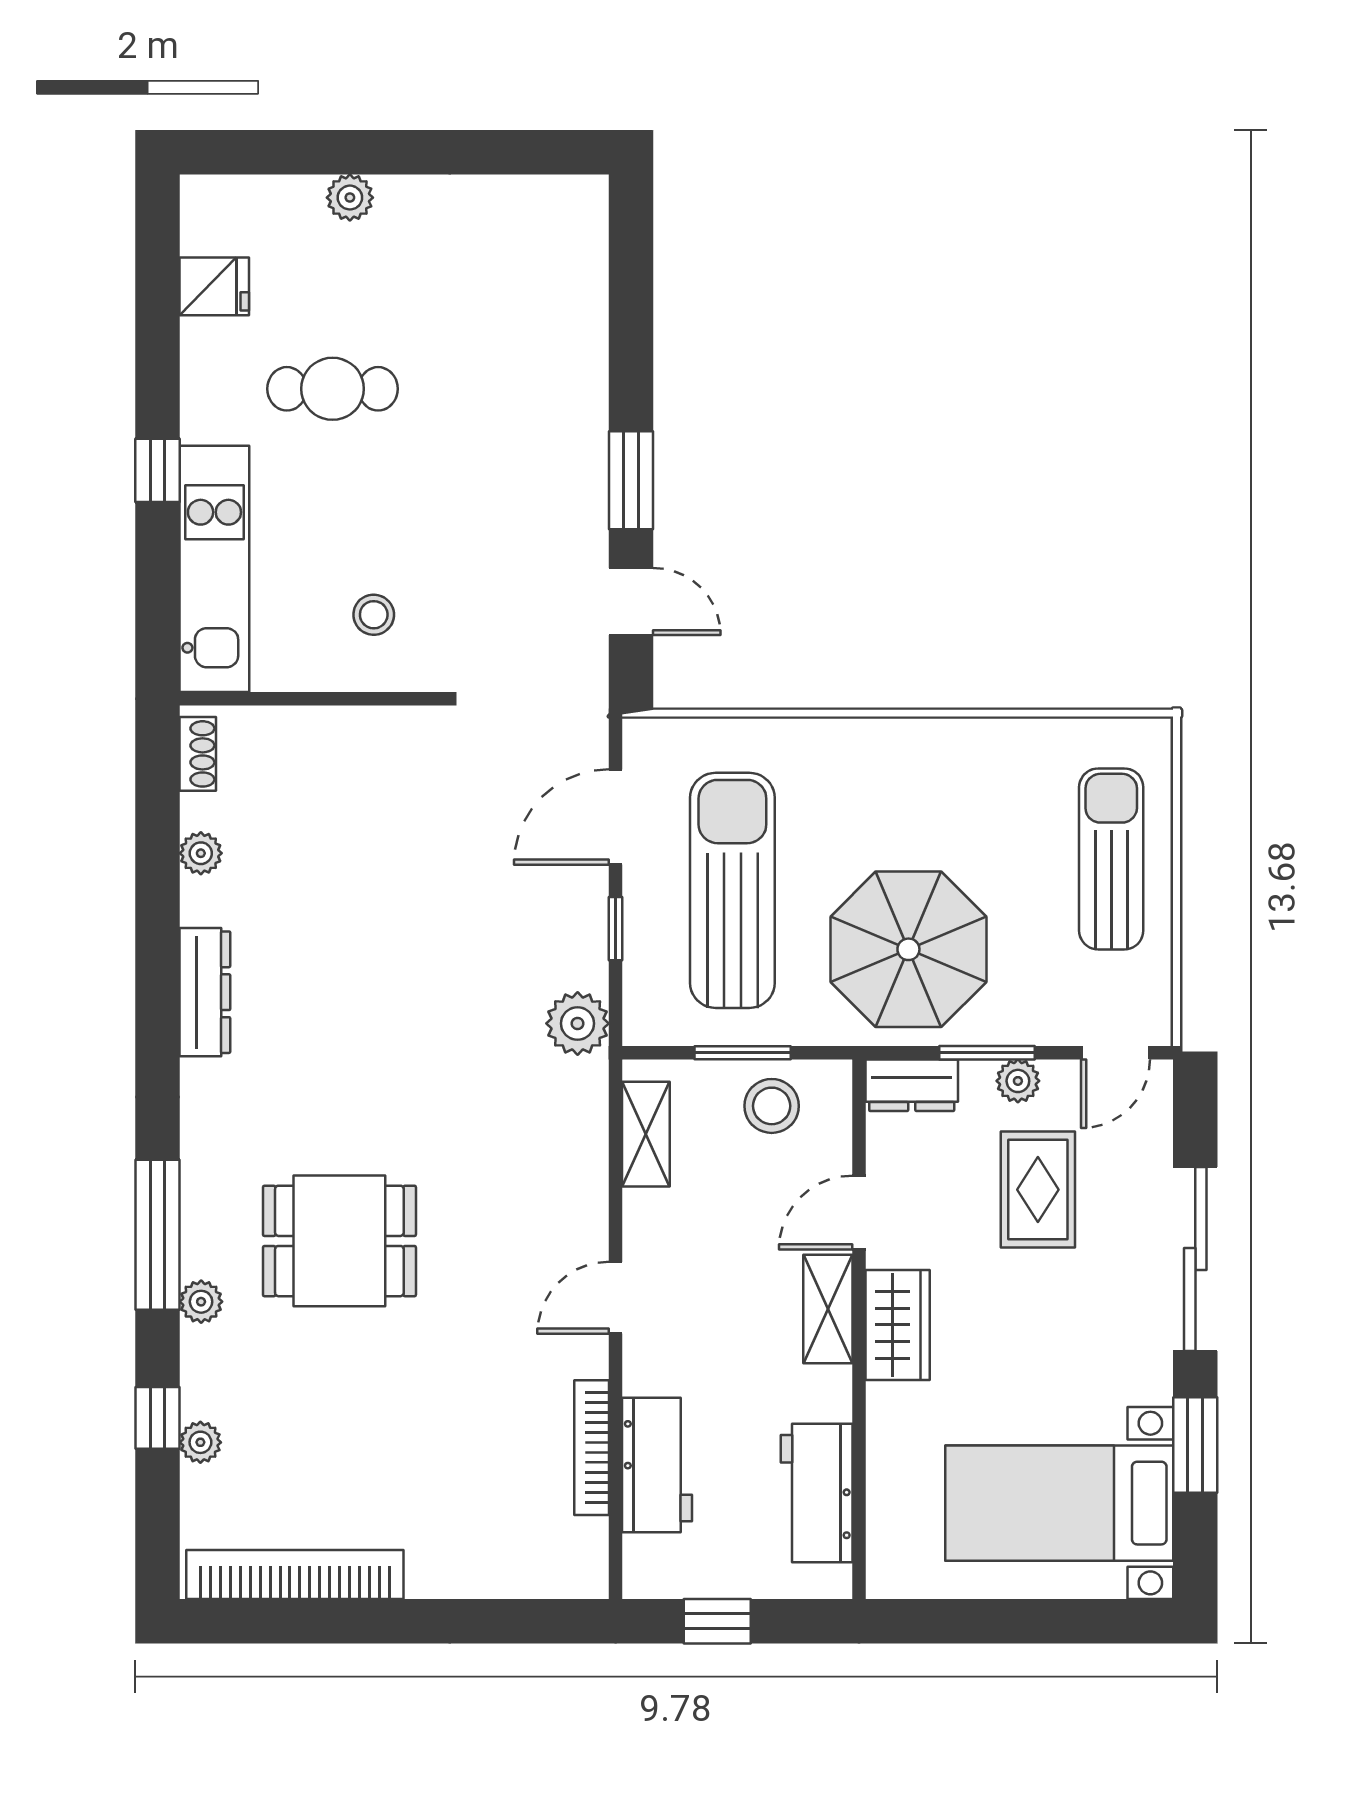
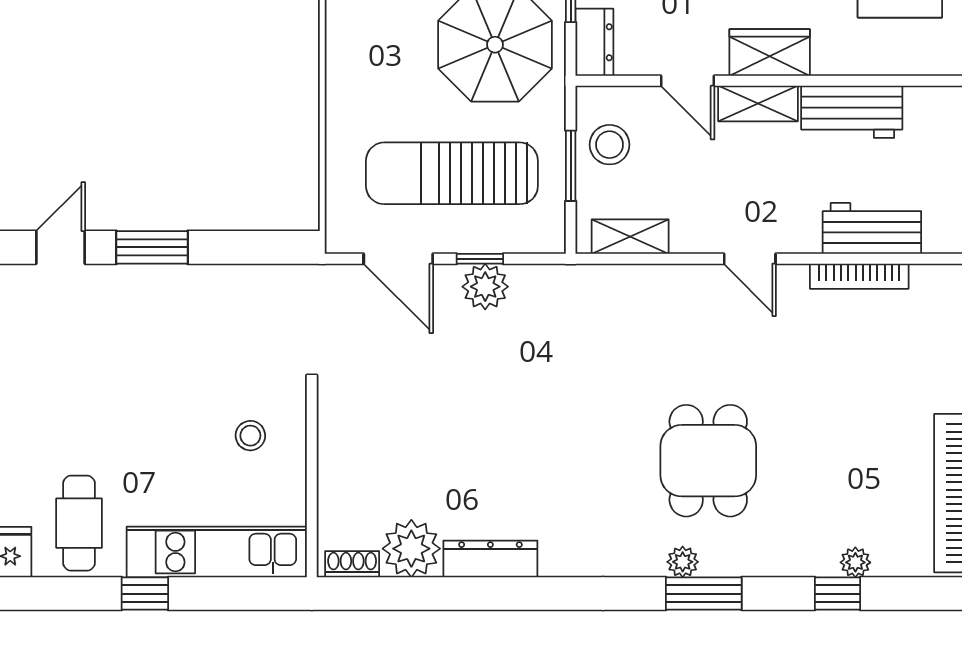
cafe table: (333, 389) -> (79, 523), moved
door: (631, 601) -> (60, 247), moved
plant: (201, 853) -> (411, 549), width x1.88, depth x1.88
dresser: (205, 992) -> (490, 559), moved
plant: (578, 1023) -> (485, 287), moved
window: (158, 1235) -> (704, 594), width x0.69
plant: (201, 1302) -> (683, 562), moved
workbench: (817, 1493) -> (852, 112), moved

